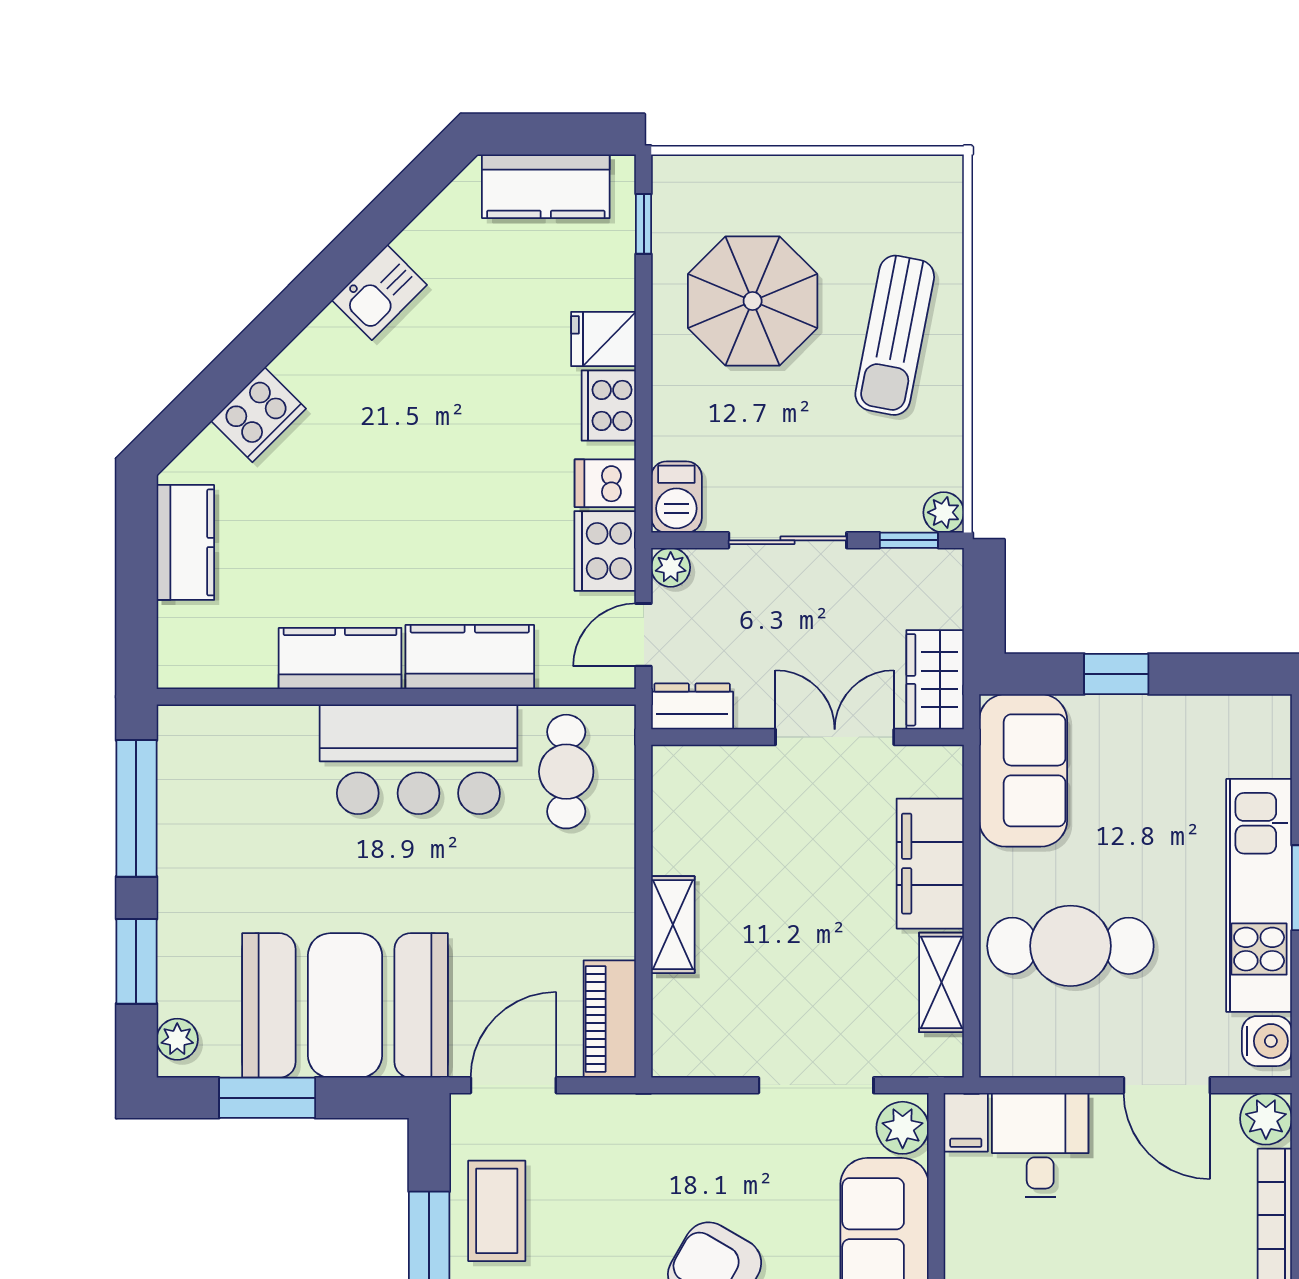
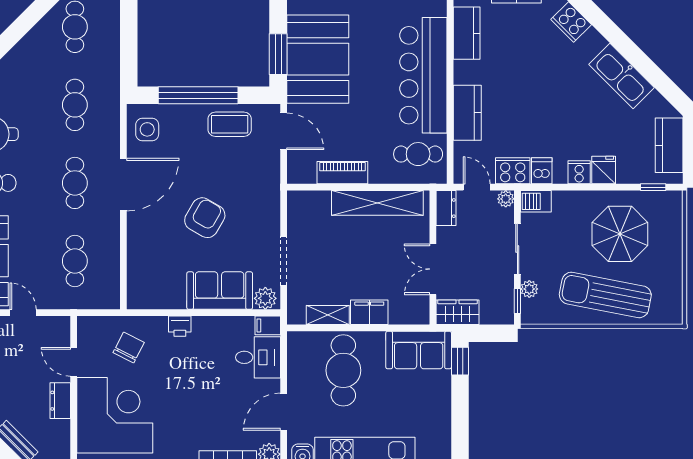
kitchen sink: (379, 293) -> (622, 76), width x1.87, depth x1.24
sun lounger: (895, 335) -> (605, 295), width x1.36, depth x1.34
cooker: (609, 405) -> (579, 172), width x0.73
plant: (944, 512) -> (529, 289), moved
kitchen counter: (340, 658) -> (467, 33), moved
window: (1116, 674) -> (460, 361), moved
double door: (835, 737) -> (433, 269), swing flipped
bar counter: (418, 759) -> (423, 75), width x1.36
filing cabinet: (930, 864) -> (369, 312), width x0.67, depth x0.86
shelving: (673, 925) -> (377, 203), width x2.20, depth x1.33
piano: (610, 1019) -> (342, 173), moved
window: (267, 1098) -> (278, 54), moved

